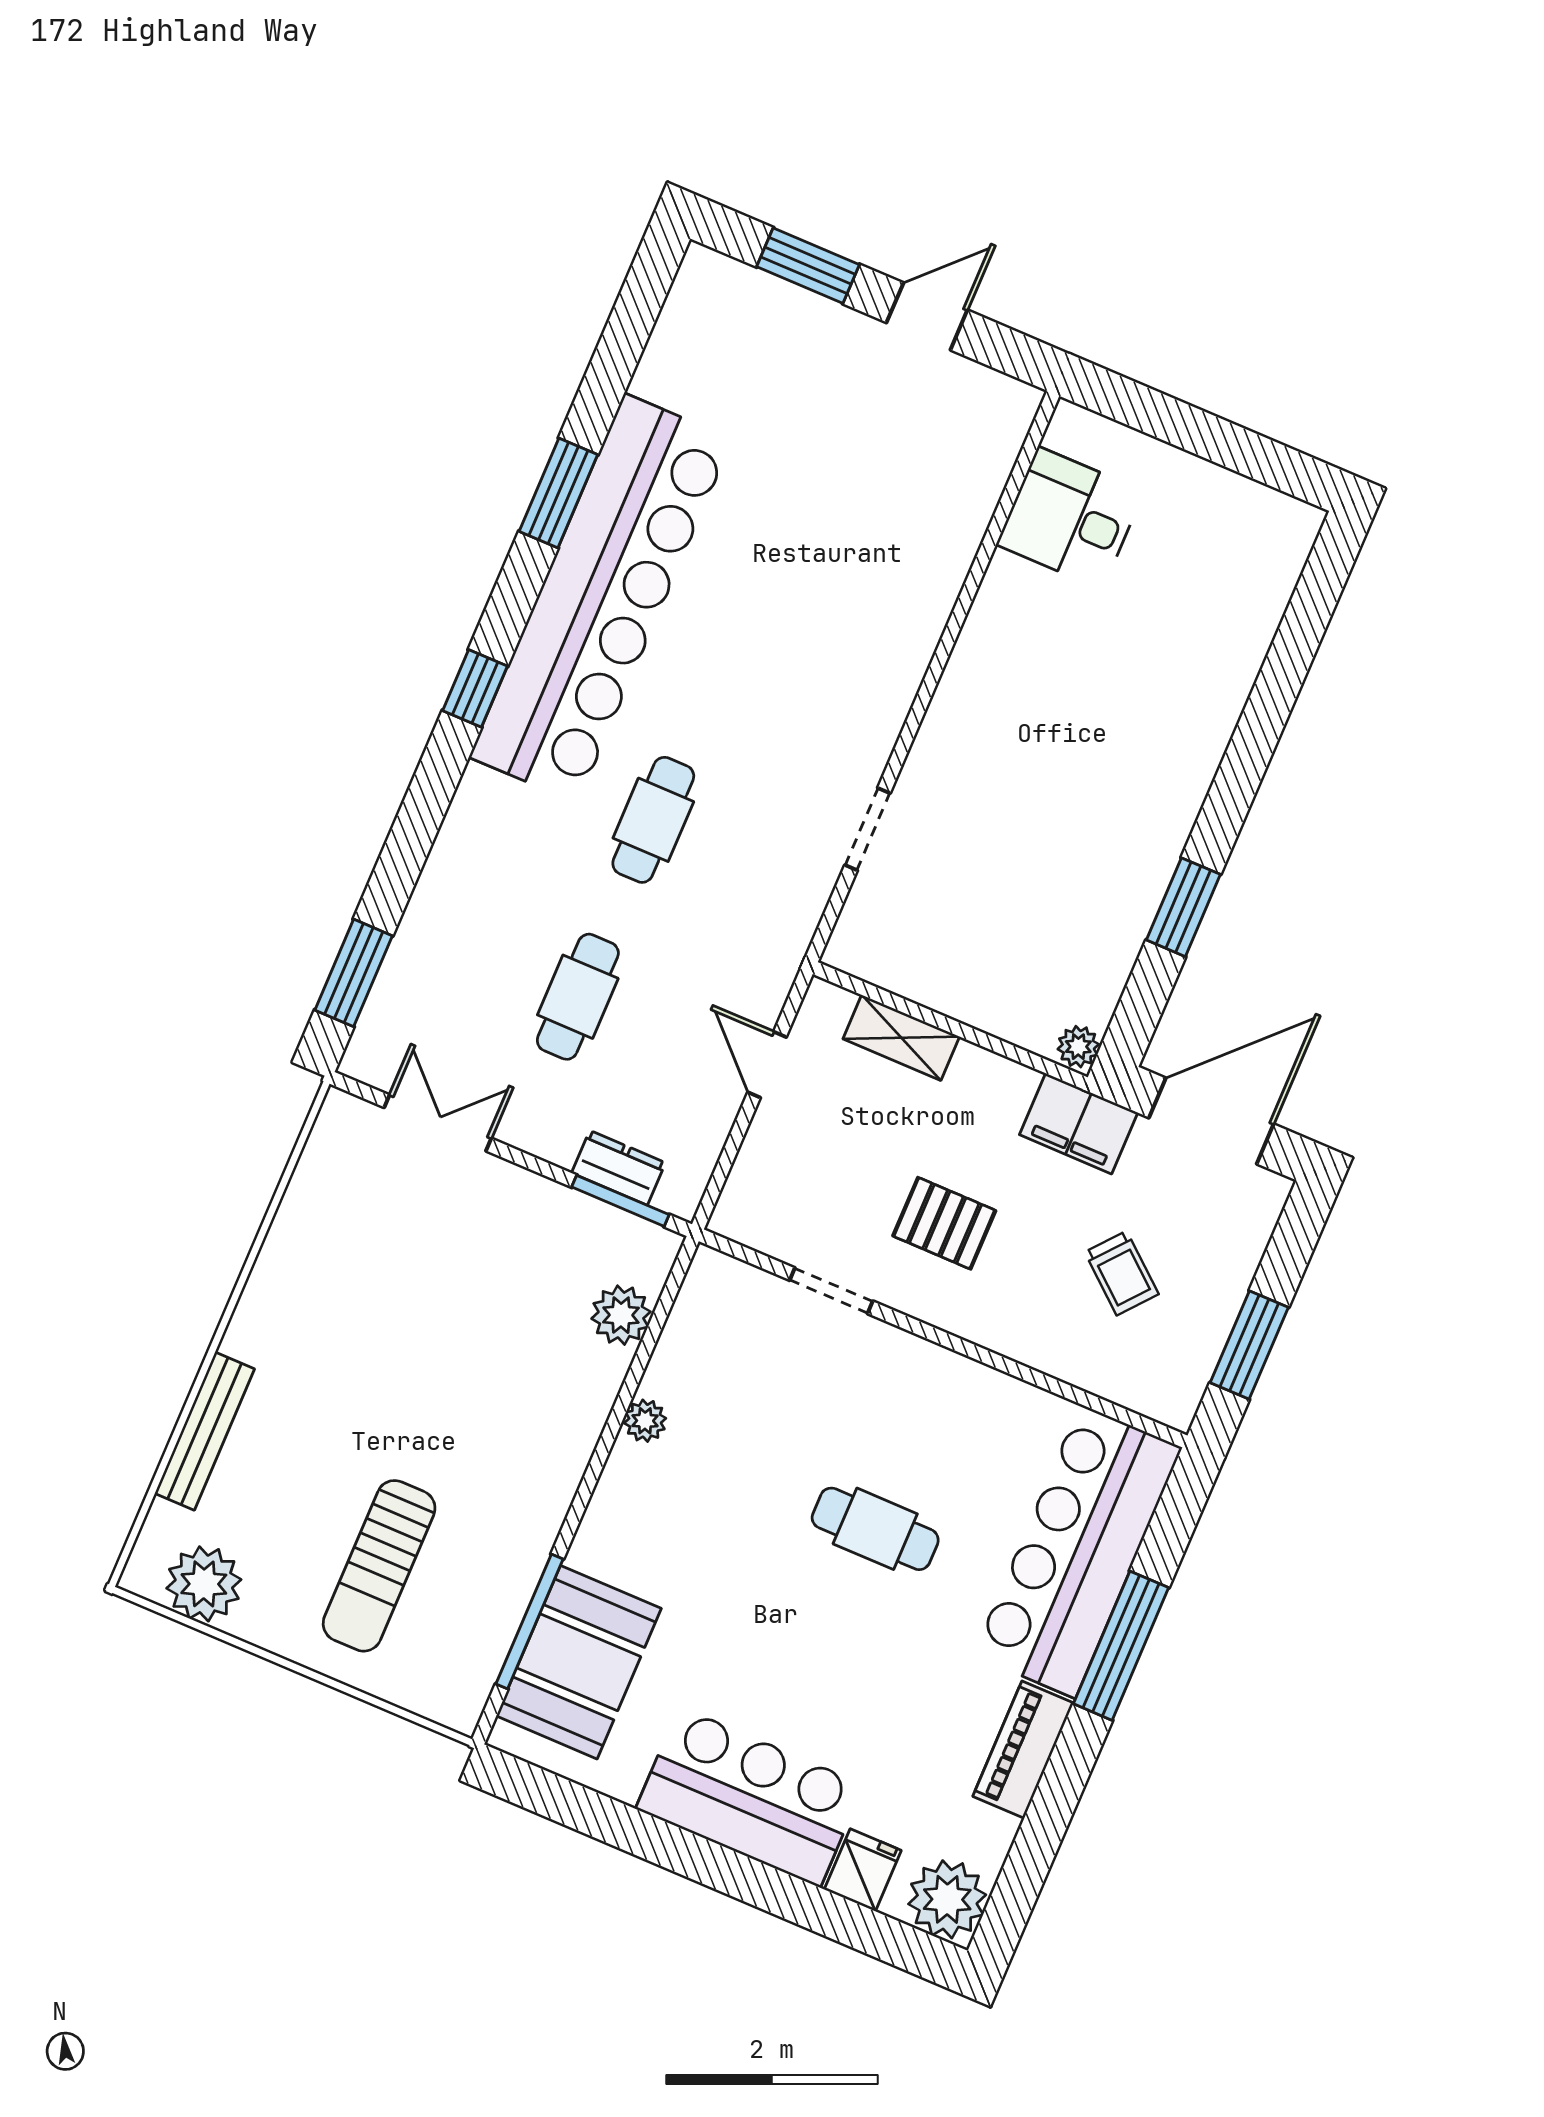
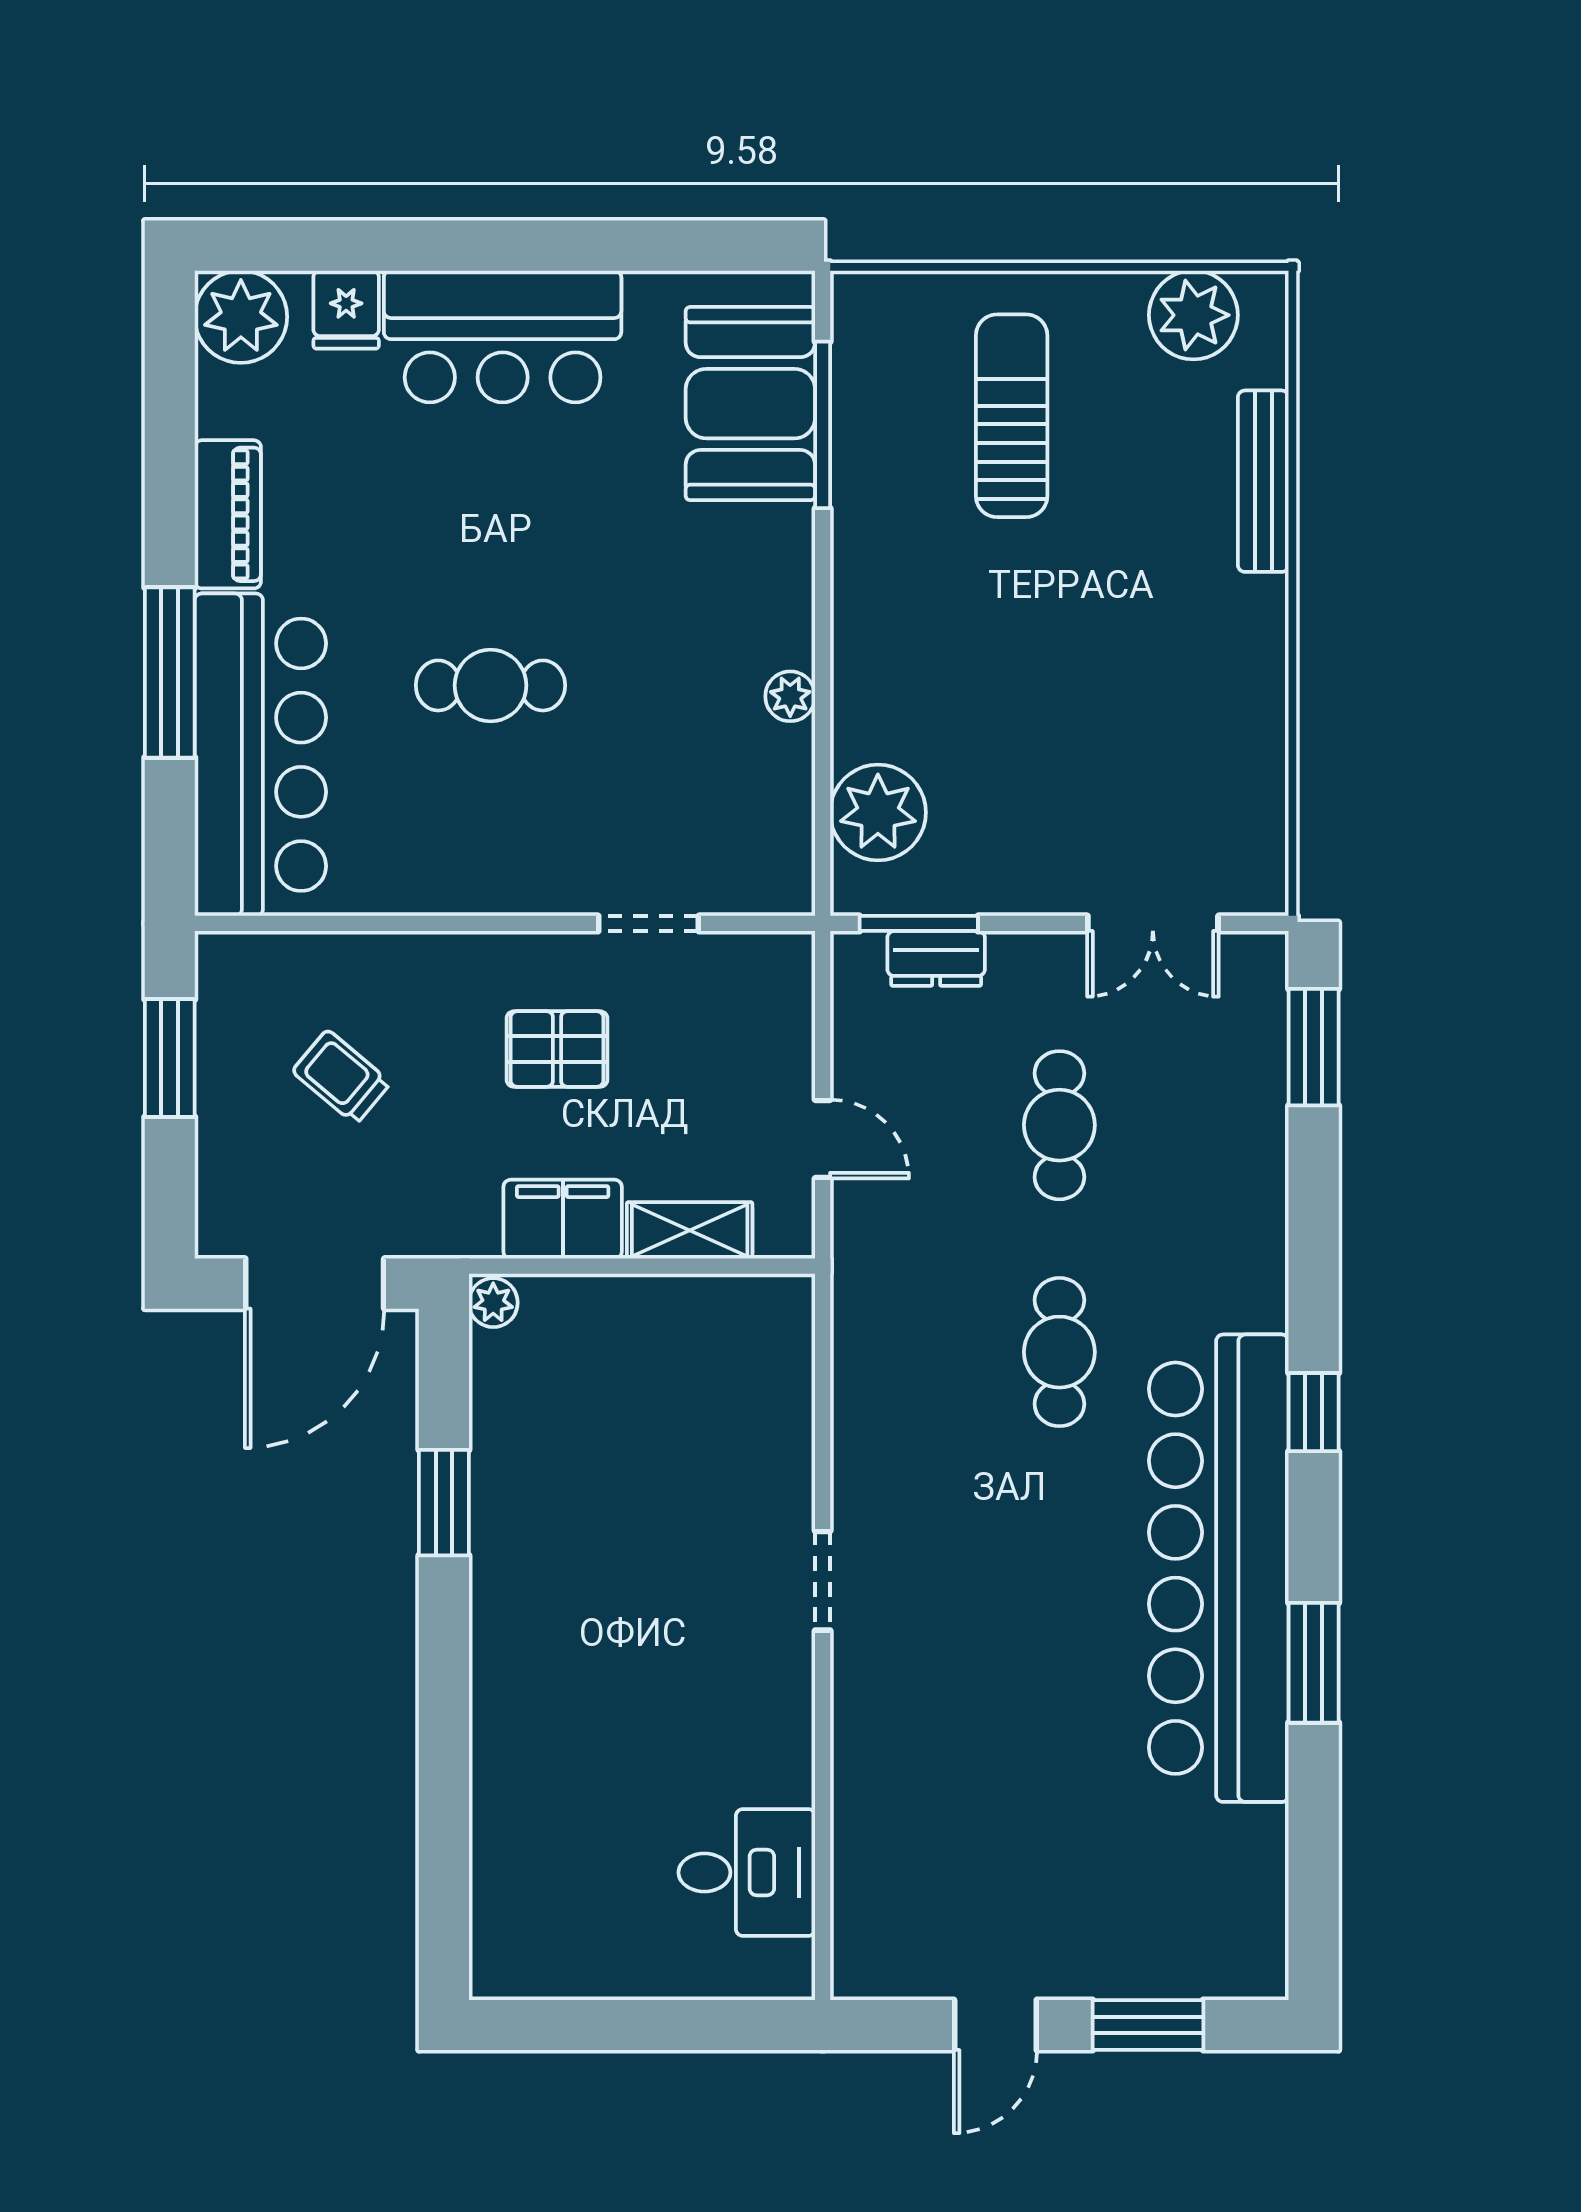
doorway: (867, 829) -> (823, 1581), moved
filing cabinet: (1079, 1124) -> (563, 1219), moved
plant: (621, 1315) -> (878, 812), width x1.36, depth x1.36

